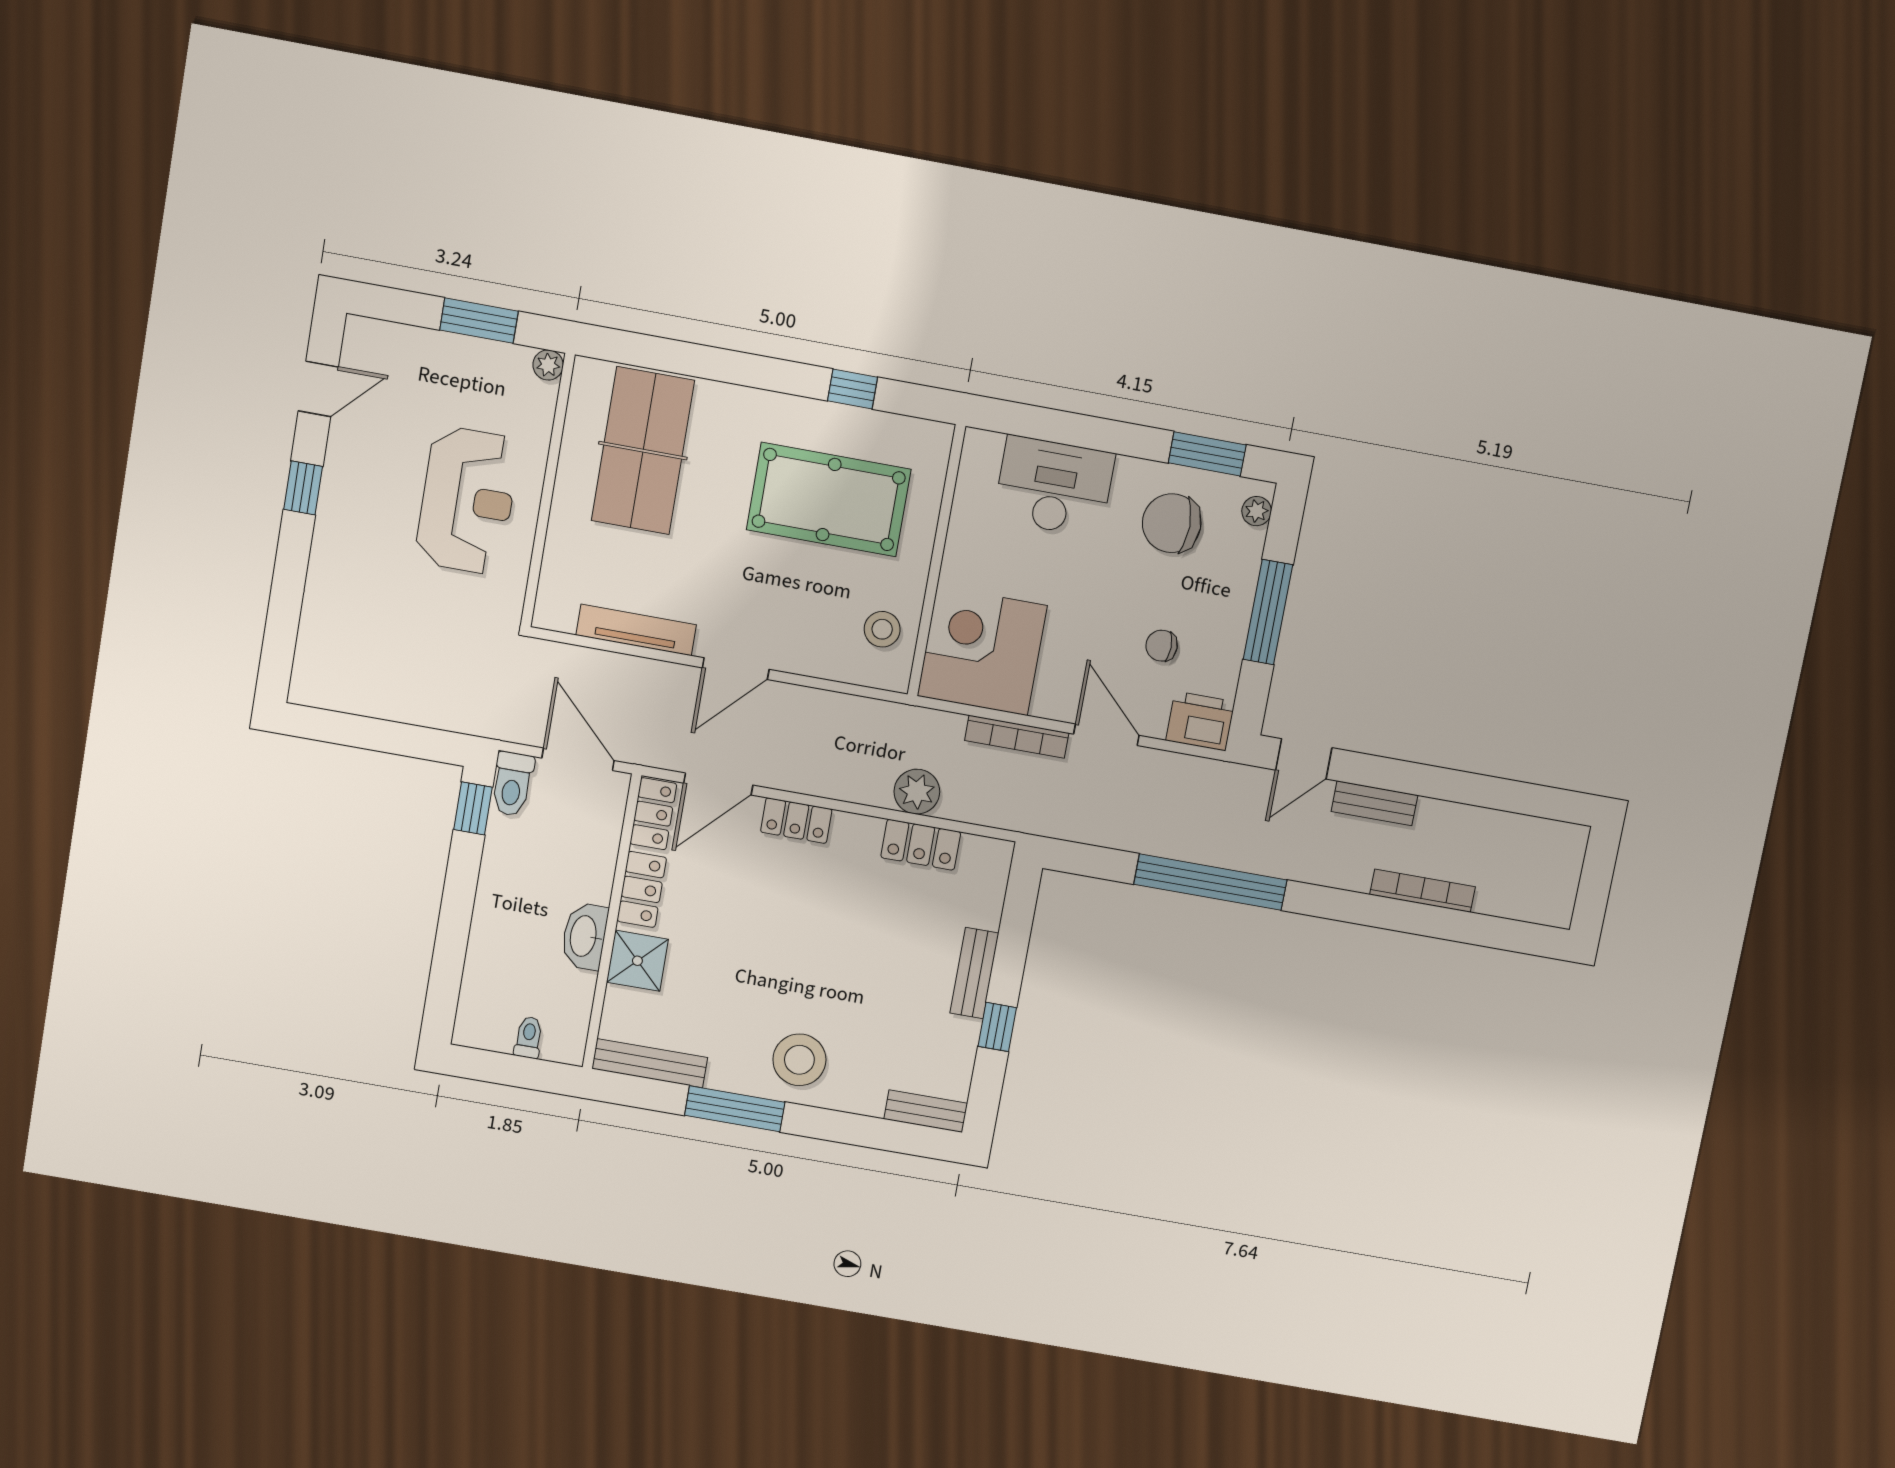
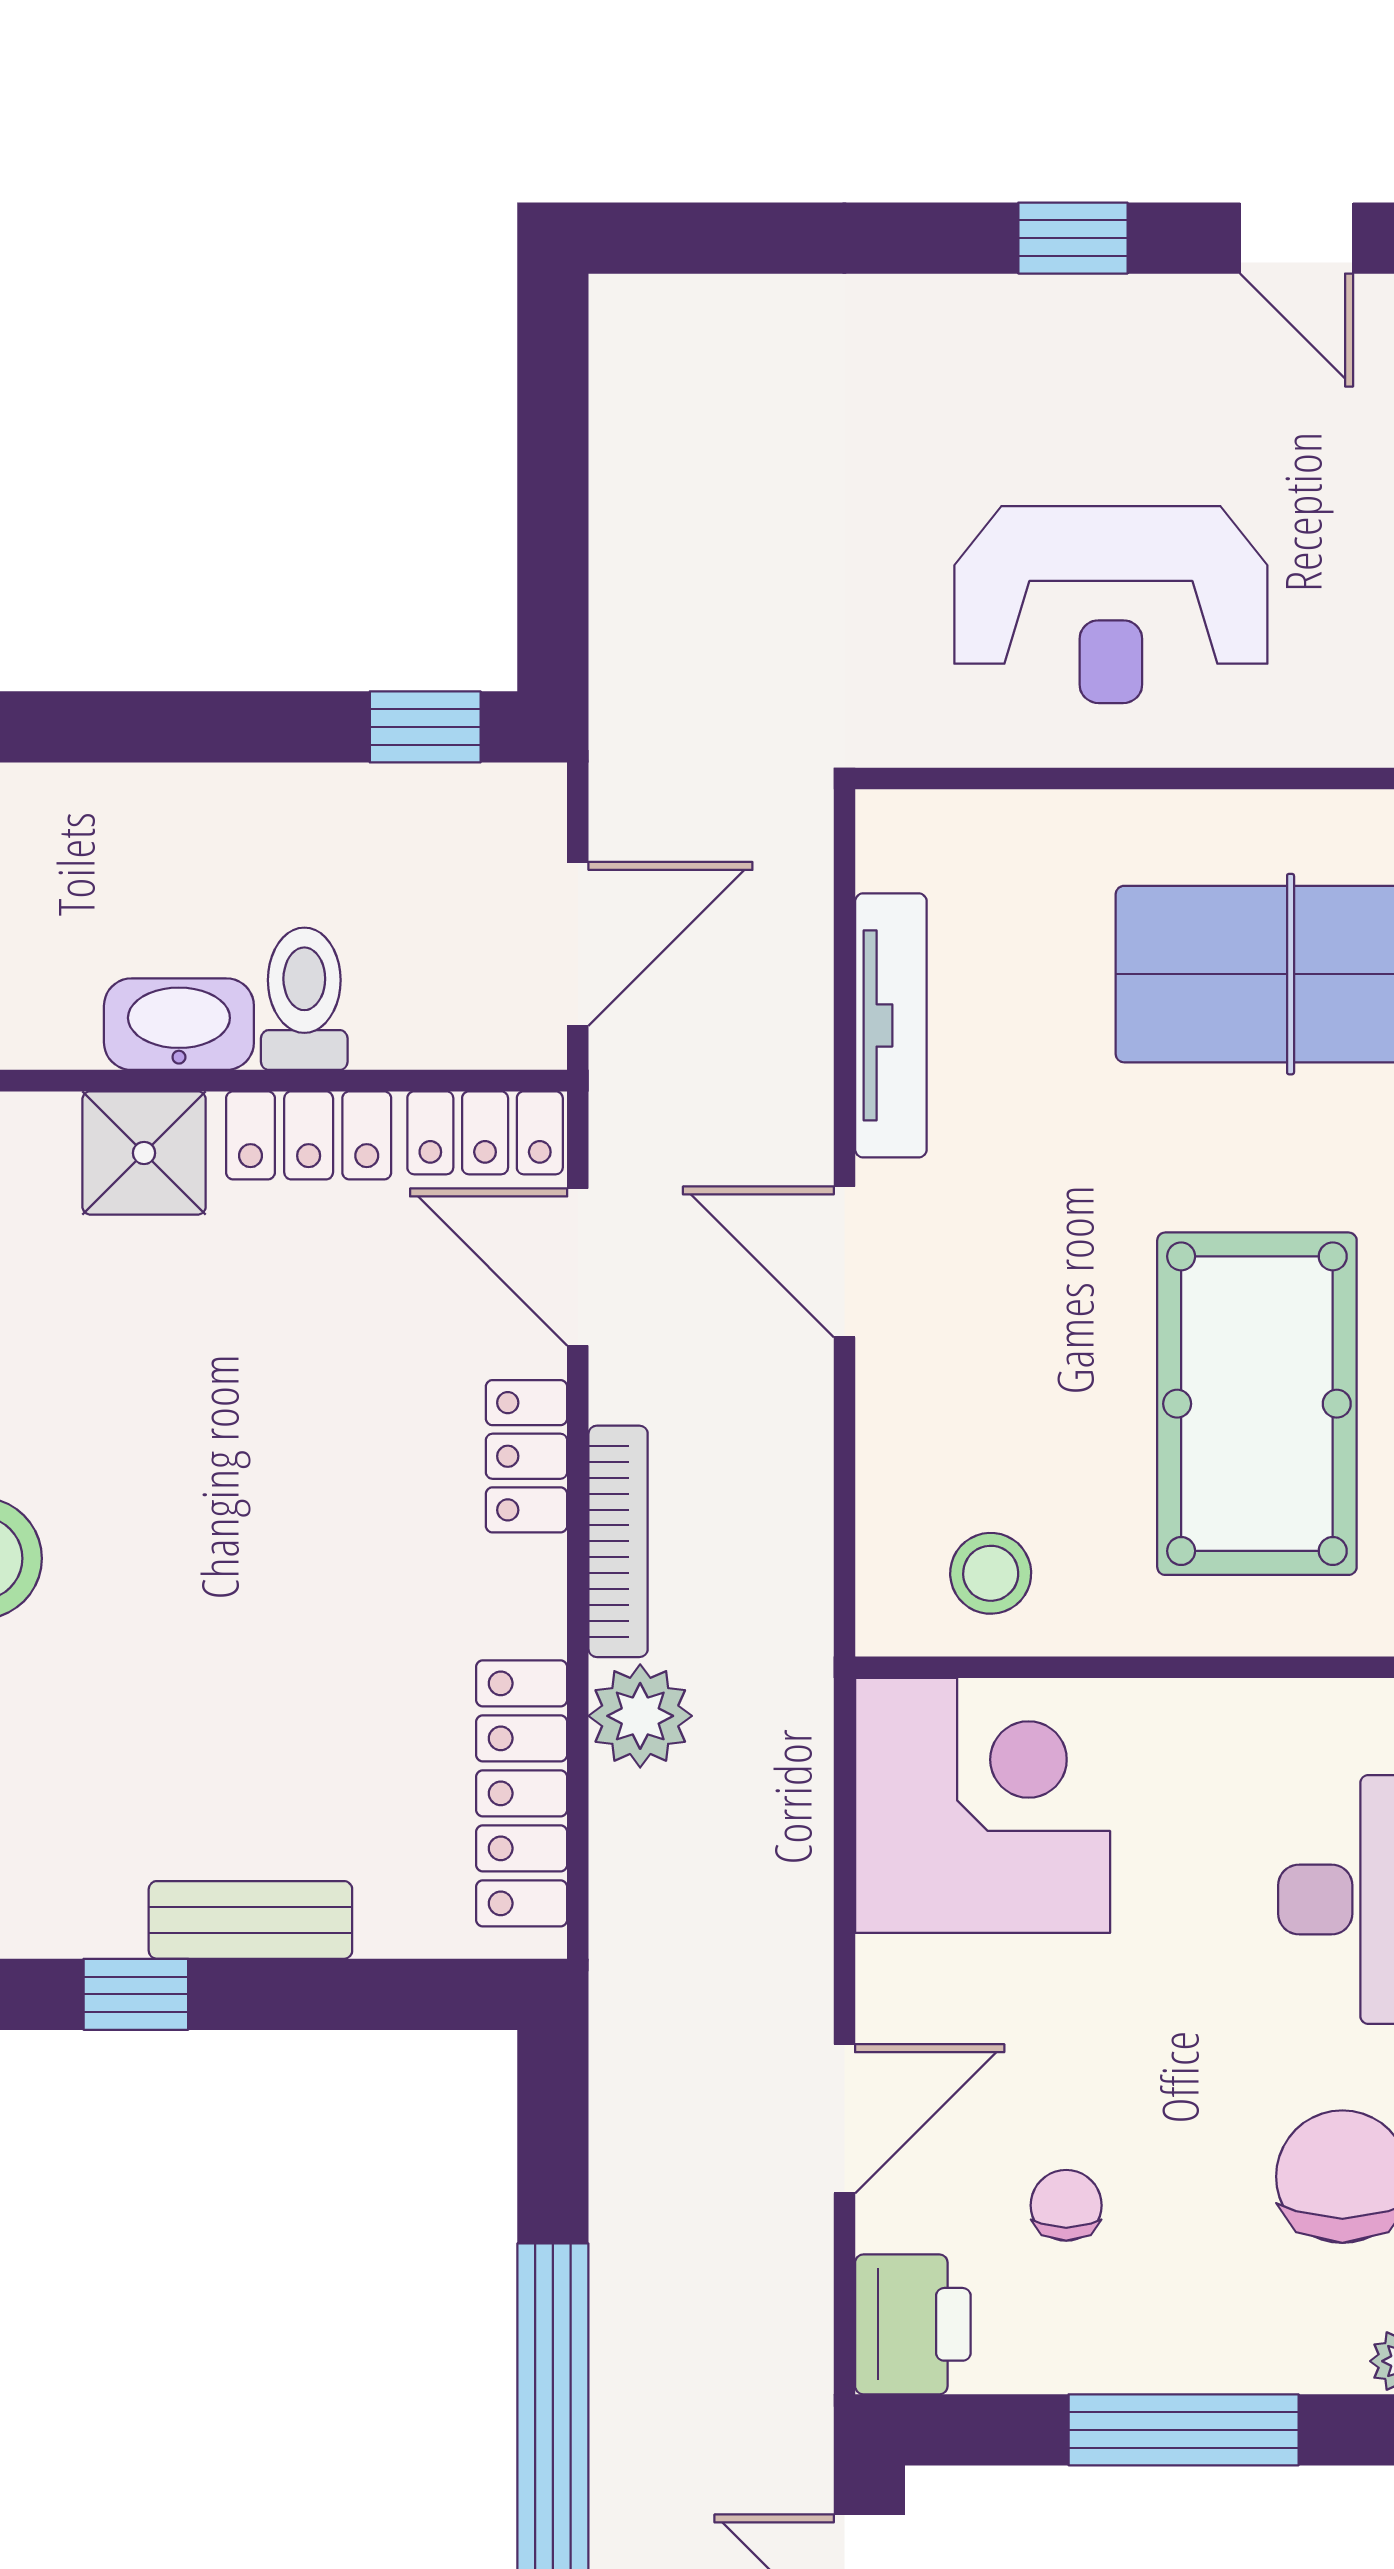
bookcase: (1017, 737) -> (618, 1541), moved, turned 180
toilet: (512, 784) -> (304, 999), moved, turned 90
locker: (921, 845) -> (522, 1793), width x1.53

